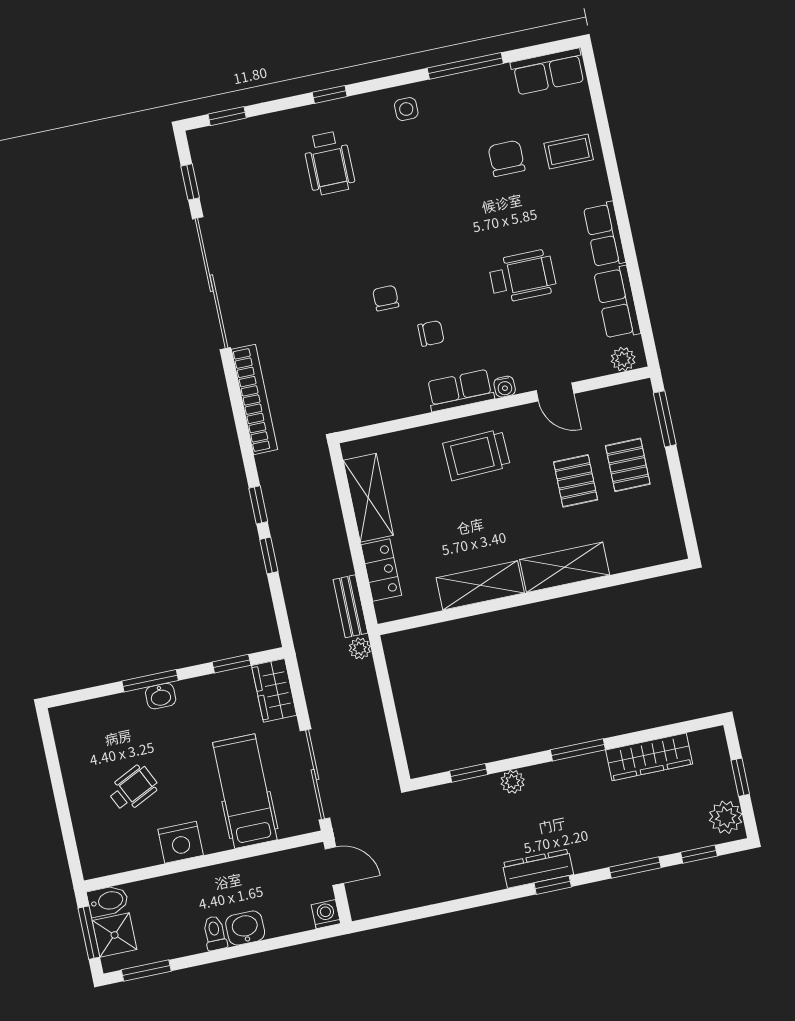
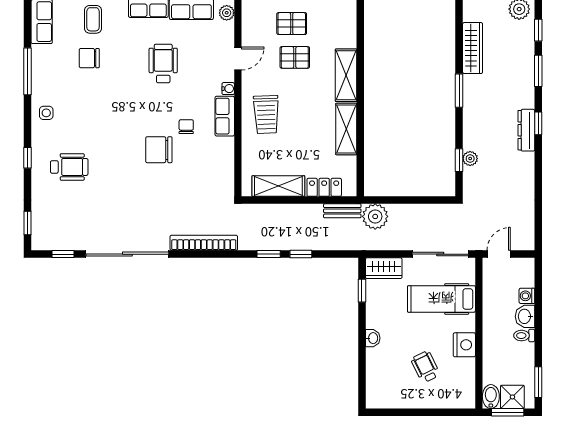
chair: (386, 298) -> (159, 150), width x1.87, depth x1.87
plant: (360, 648) -> (375, 216), width x1.88, depth x1.88
window: (150, 681) -> (362, 343), removed
plant: (513, 782) -> (470, 159), moved
washing machine: (326, 914) -> (527, 296), moved

